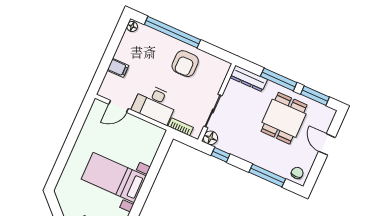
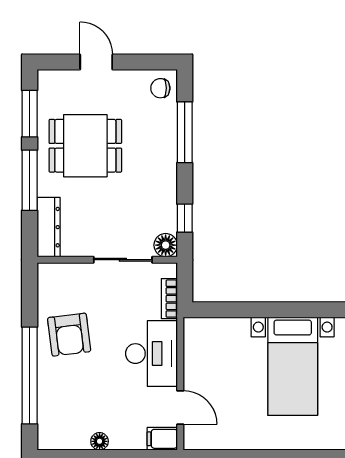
floor lamp: (132, 26) -> (100, 441), moved
armchair: (185, 64) -> (69, 335), turned 83
filing cabinet: (118, 68) -> (162, 439), moved, turned -90
door: (327, 144) -> (96, 62), swing flipped

